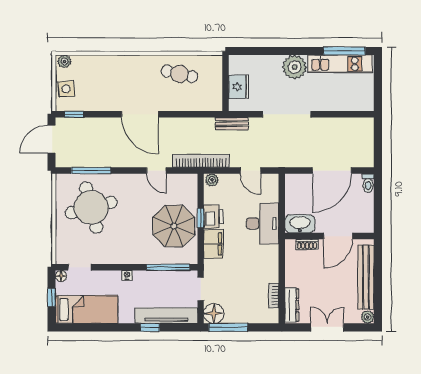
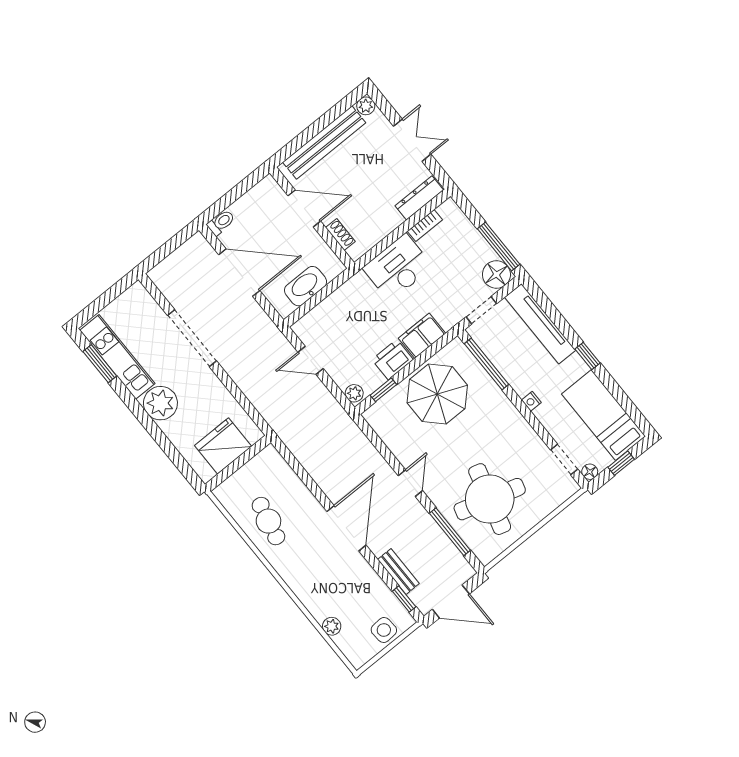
window: (344, 51) -> (100, 364), width x0.69
plant: (64, 61) -> (332, 626), moved
fridge: (239, 87) -> (223, 446), width x1.36, depth x1.34
doorway: (287, 114) -> (192, 338), moved
bench: (232, 124) -> (398, 572), moved
bookcase: (201, 161) -> (343, 422), removed
door: (156, 170) -> (410, 483), moved
door: (250, 170) -> (311, 360), swing flipped
round table: (91, 208) -> (490, 499), turned 31
window: (201, 218) -> (383, 390), moved
desk: (263, 223) -> (398, 267), moved
washbasin: (300, 224) -> (306, 286), moved, turned 90
window: (150, 327) -> (588, 356), moved
double door: (327, 327) -> (412, 140), swing flipped

